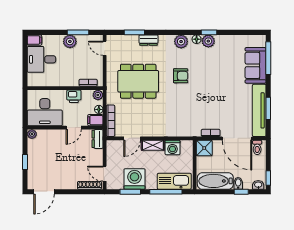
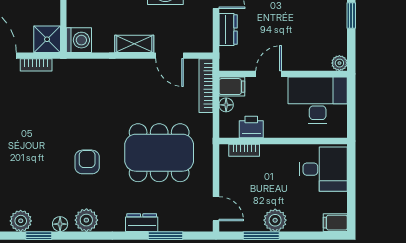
plant: (208, 41) -> (21, 221), moved
desk: (41, 59) -> (323, 169), moved
armchair: (181, 76) -> (87, 162), turned 90
plant: (98, 95) -> (228, 129), removed
printer: (74, 96) -> (251, 127), moved
door: (132, 138) -> (169, 56), swing flipped
dresser: (98, 139) -> (228, 29), moved
washing machine: (172, 148) -> (79, 40), moved, turned 90

